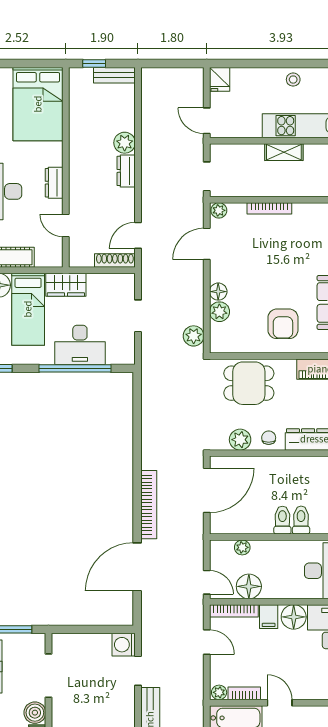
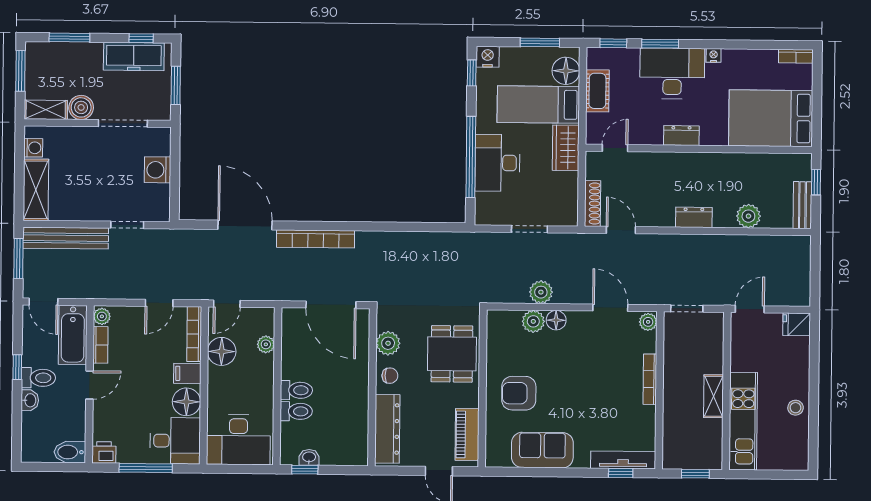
plant: (125, 143) -> (748, 216), moved
door: (66, 225) -> (615, 148), moved
plant: (194, 336) -> (541, 292), moved
washing machine: (124, 645) -> (157, 170), moved, turned -90

